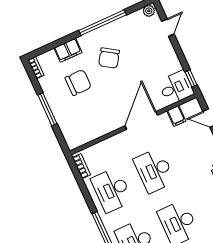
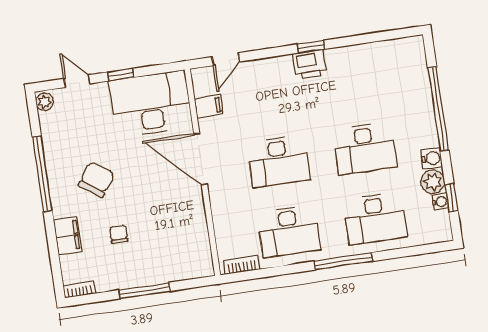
chair: (109, 58) -> (96, 179), turned -88
window: (191, 78) -> (121, 75), moved
chair: (78, 82) -> (119, 234), width x0.54, depth x0.54
desk: (176, 88) -> (151, 104), width x1.87, depth x1.30

